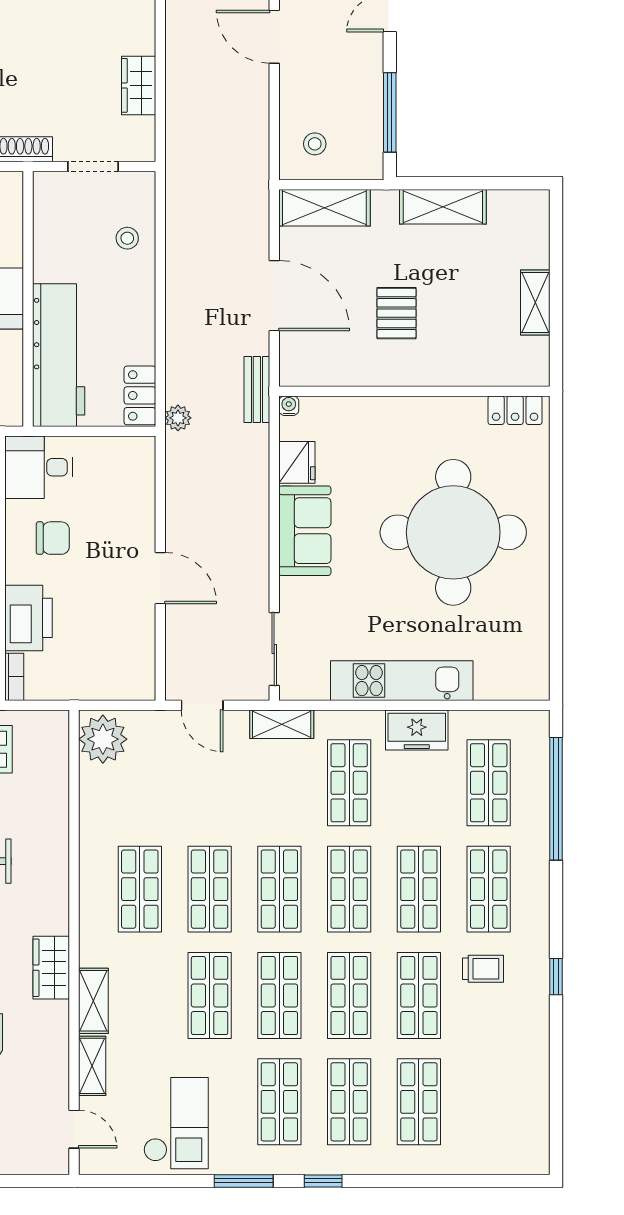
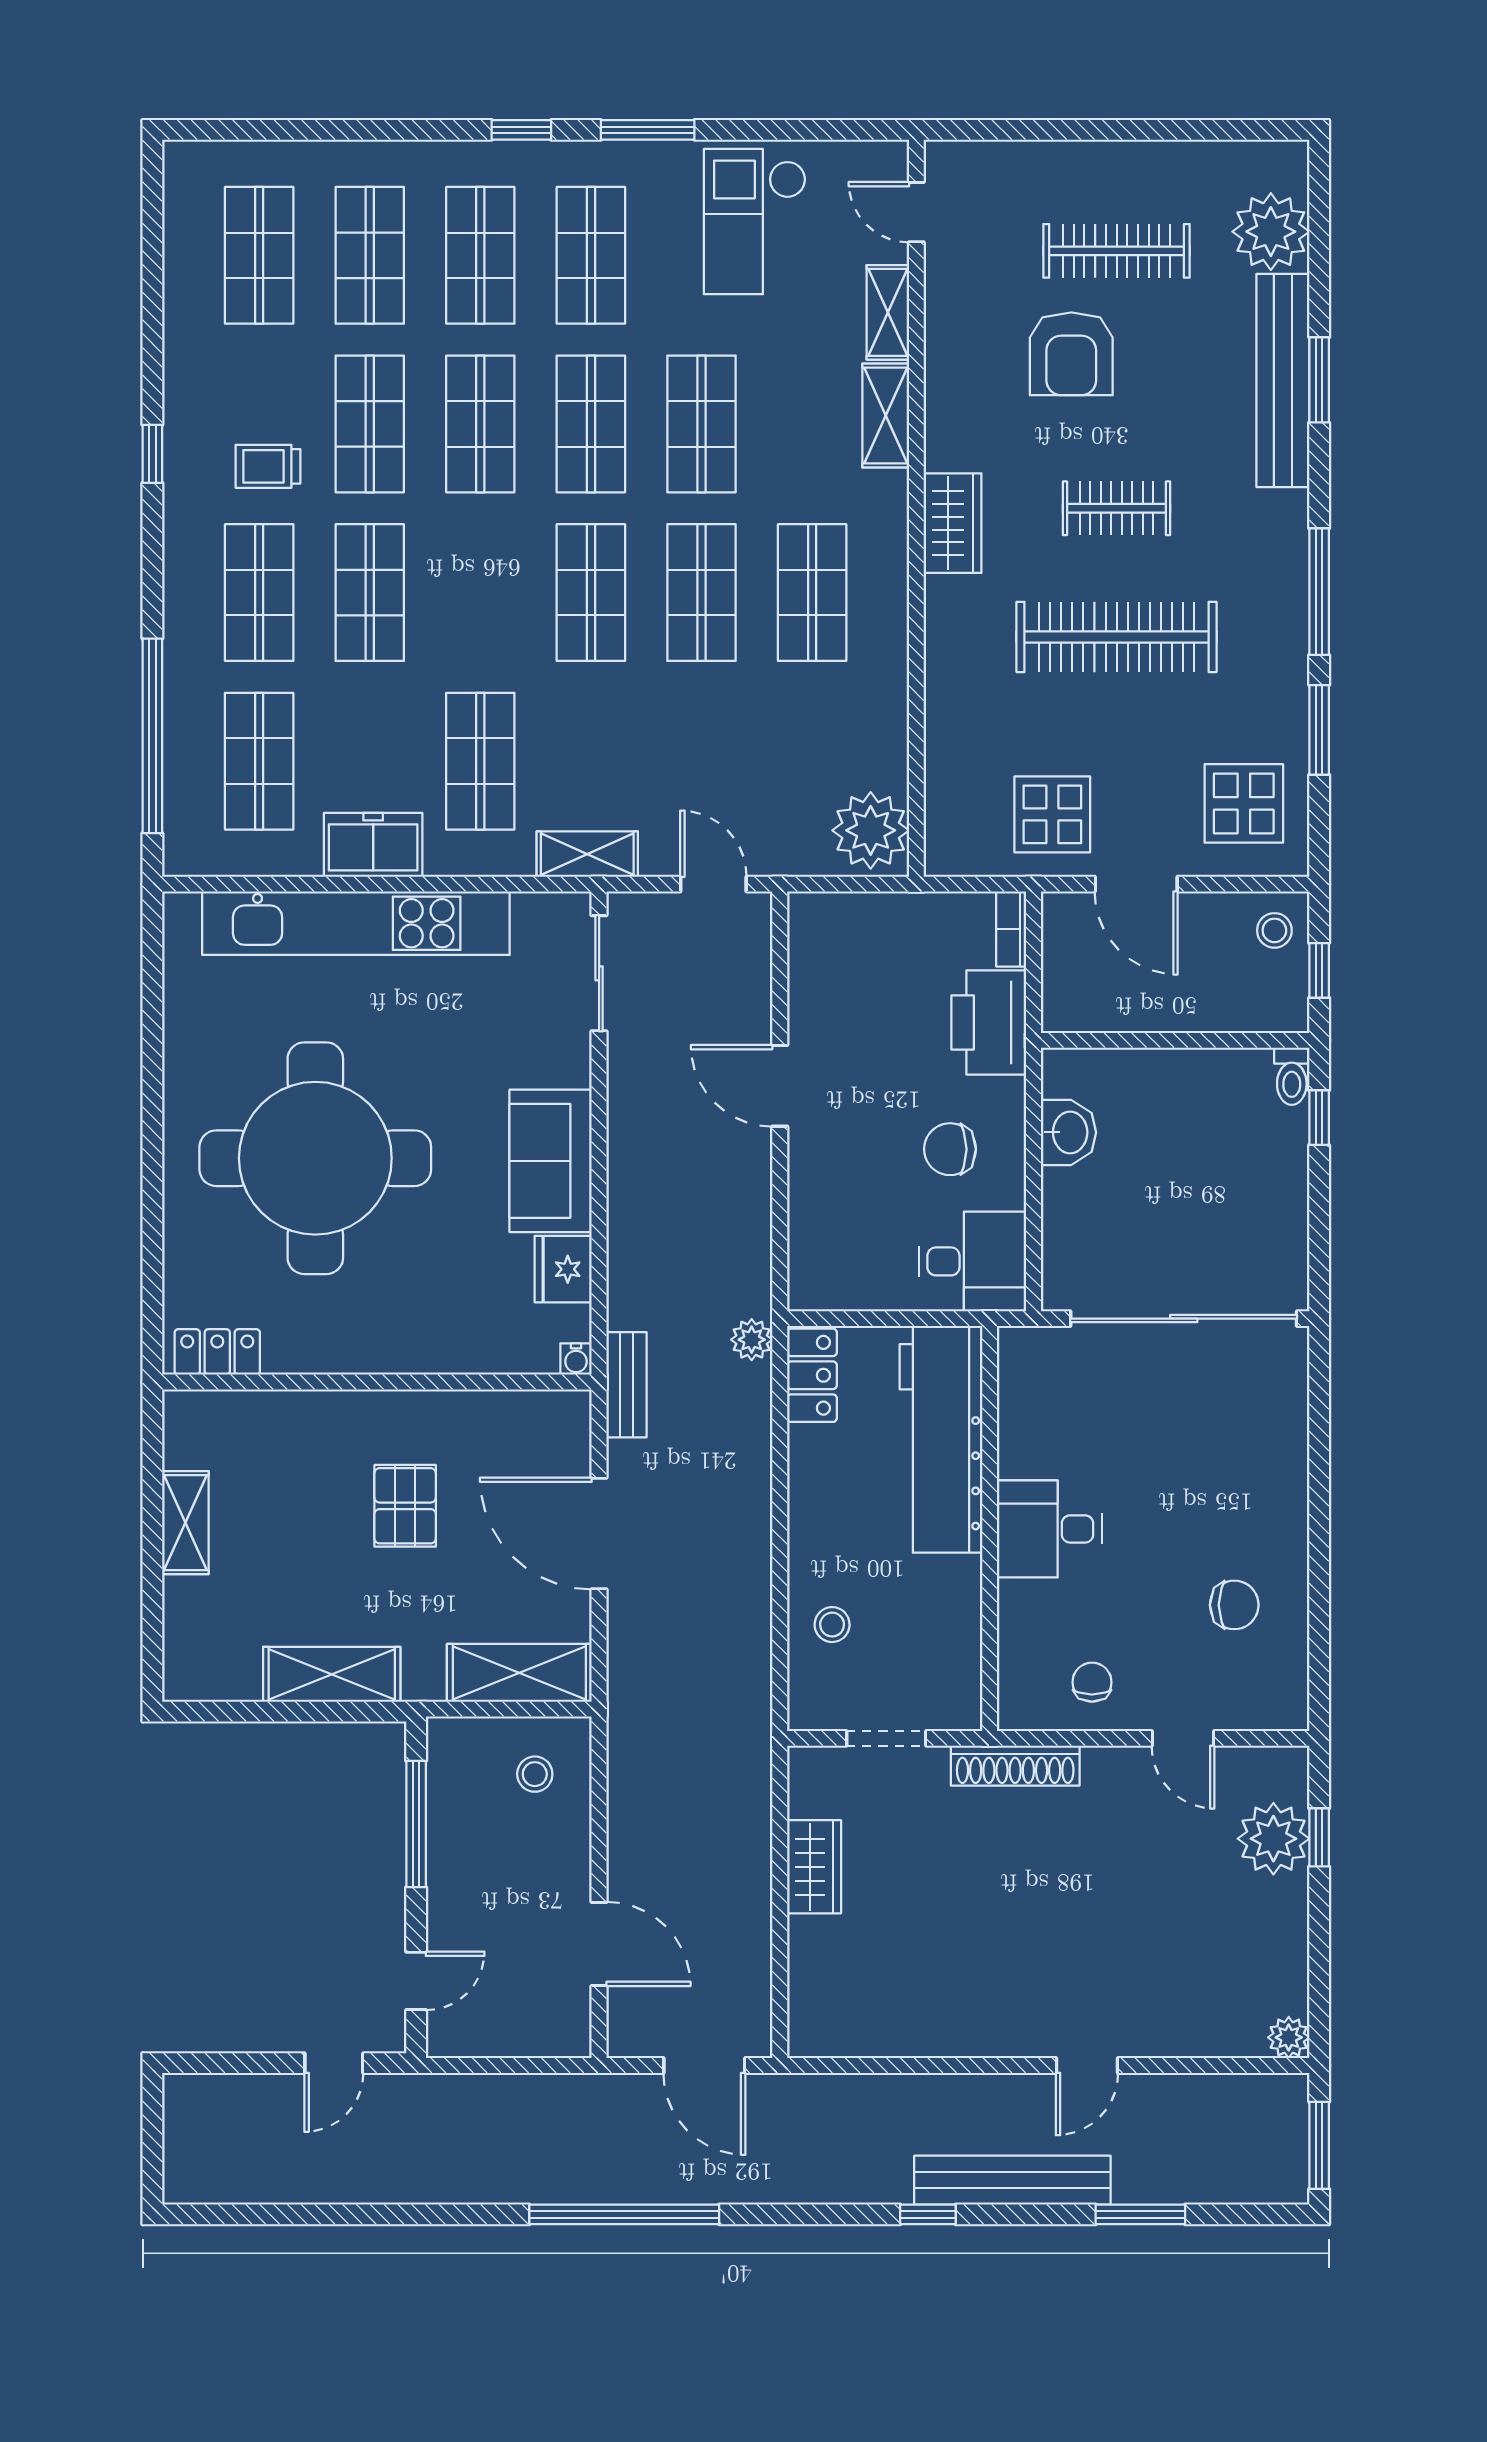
kitchen unit: (402, 681) -> (356, 923), width x1.36
shop shelf: (349, 889) -> (259, 255), moved
wardrobe: (51, 968) -> (953, 523), moved

